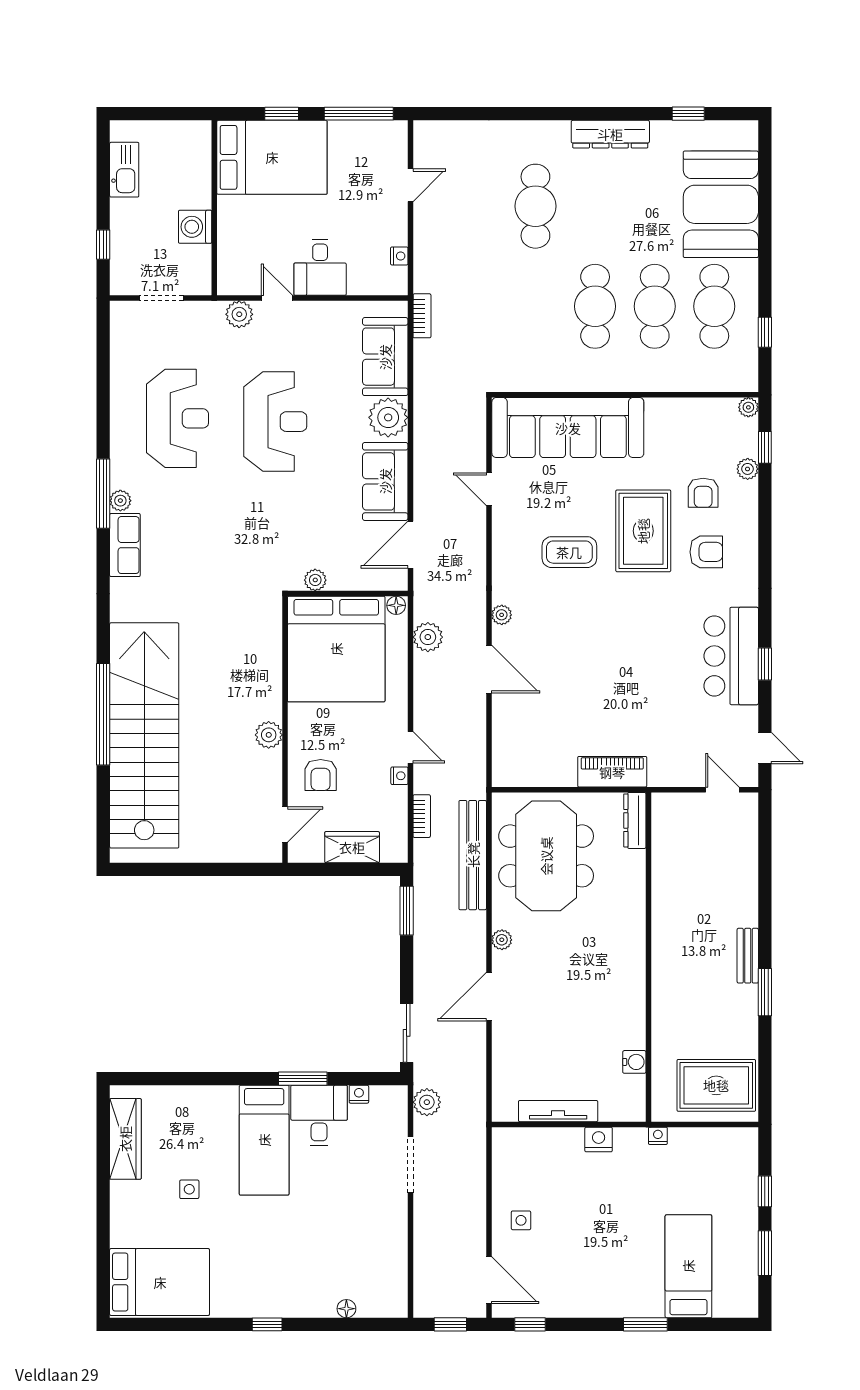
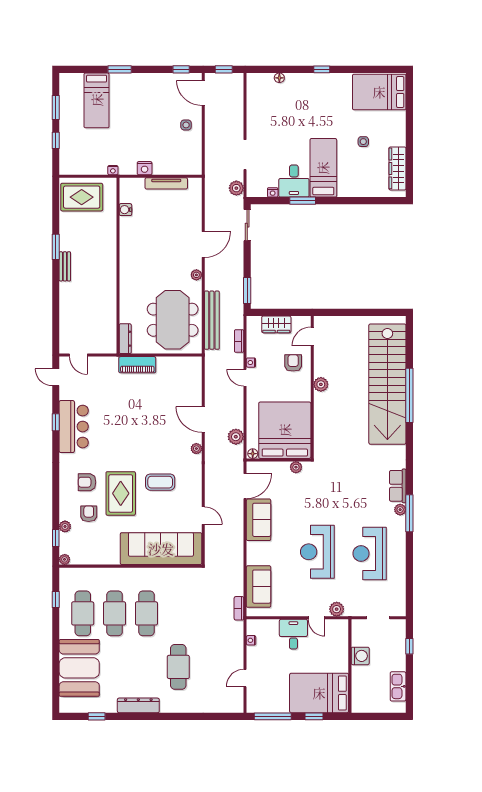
plant: (388, 417) -> (257, 554), removed

